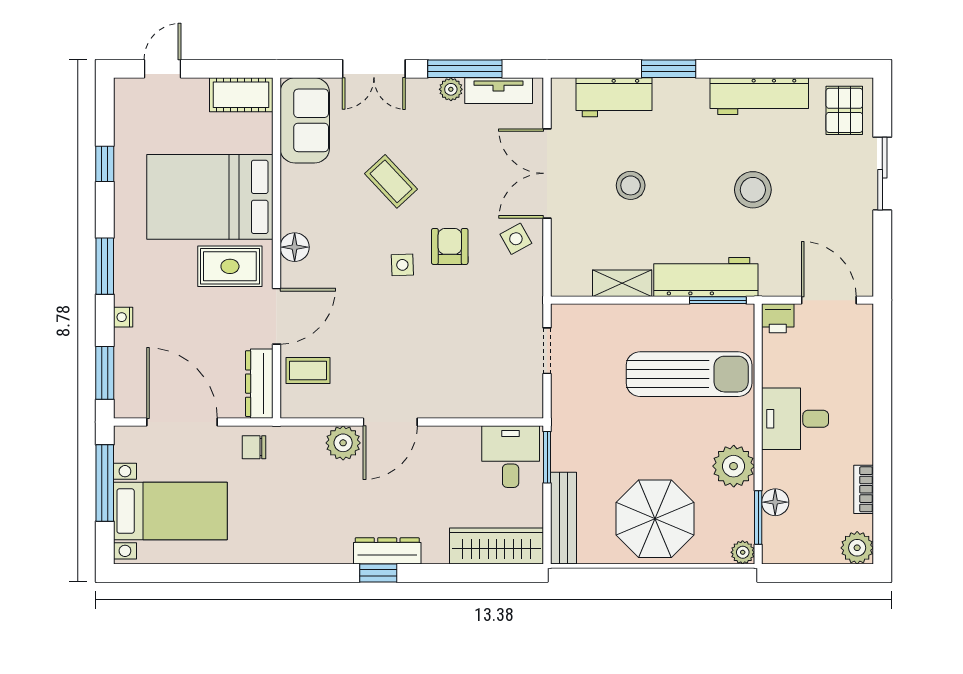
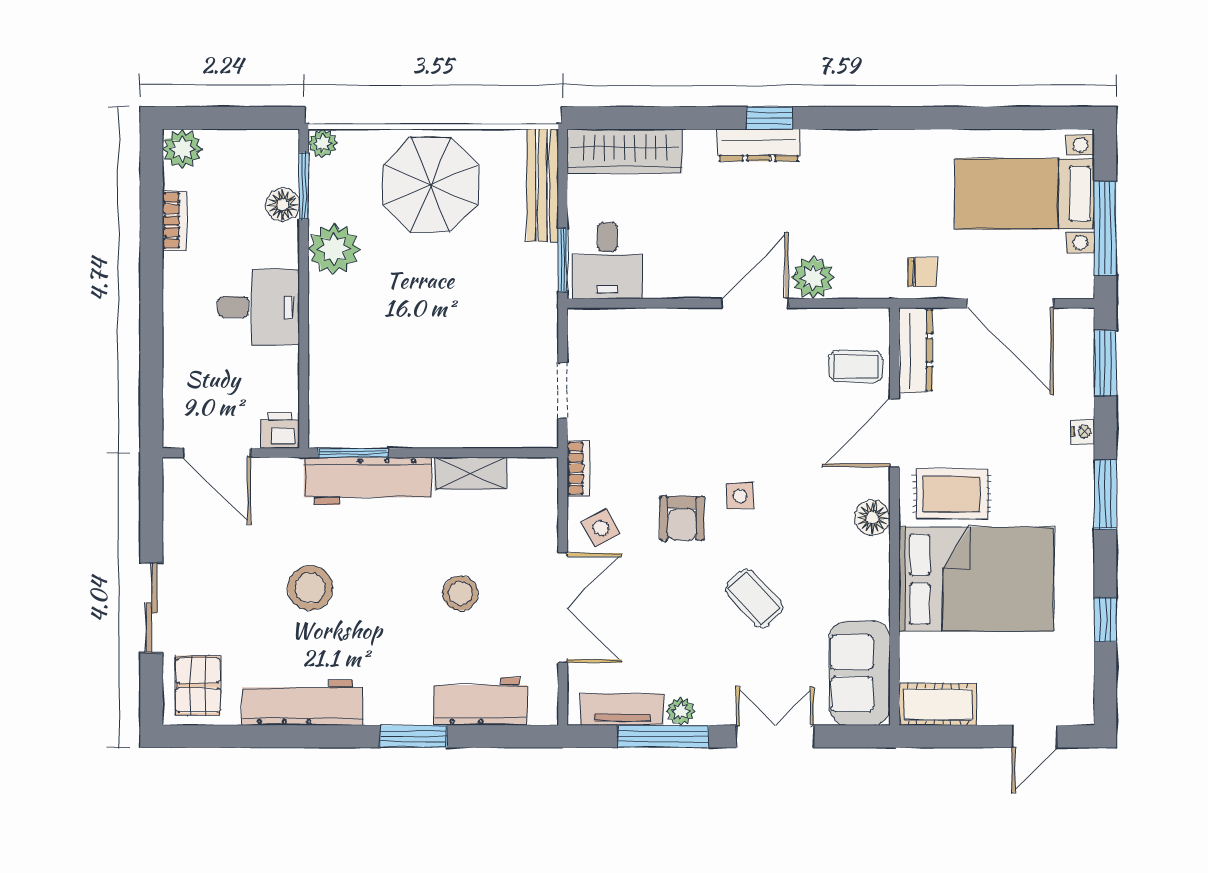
bookcase: (534, 287) -> (578, 468), added
sun lounger: (689, 374) -> (388, 362), removed

